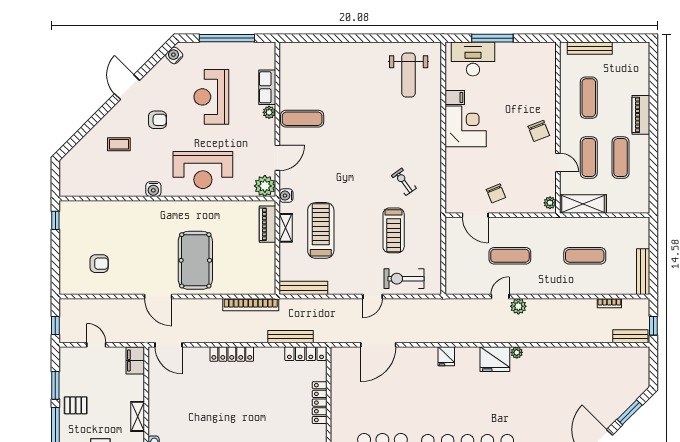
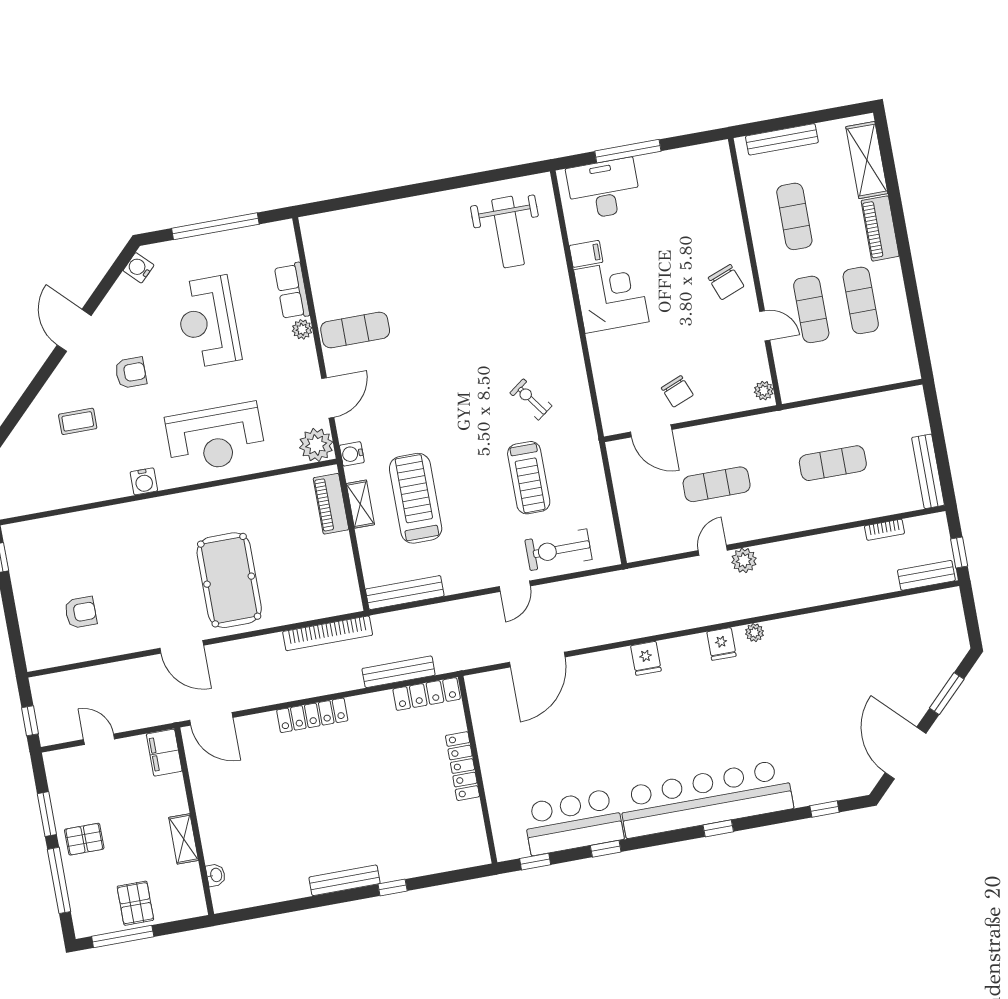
shelving: (583, 204) -> (867, 160), moved, turned 90
fridge: (495, 359) -> (721, 644), width x0.53, depth x0.75

